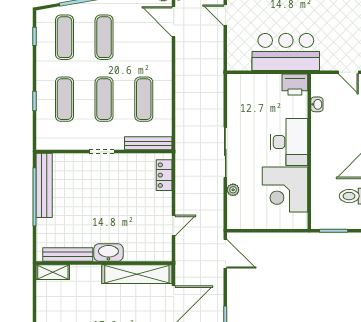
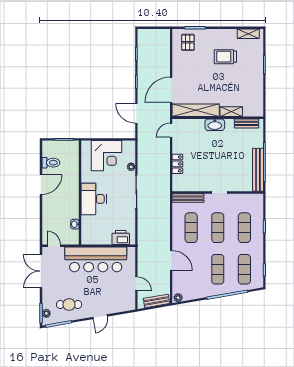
door: (174, 22) -> (171, 261), moved
bar counter: (286, 52) -> (96, 259), width x1.36
printer: (295, 85) -> (121, 237), moved
locker: (164, 175) -> (177, 164), moved
corner desk: (285, 190) -> (106, 156), moved, turned 90
door: (174, 226) -> (171, 130), moved
bench: (68, 254) -> (247, 123), width x0.73
door: (225, 254) -> (136, 113), moved
shelving: (53, 272) -> (231, 112), moved

